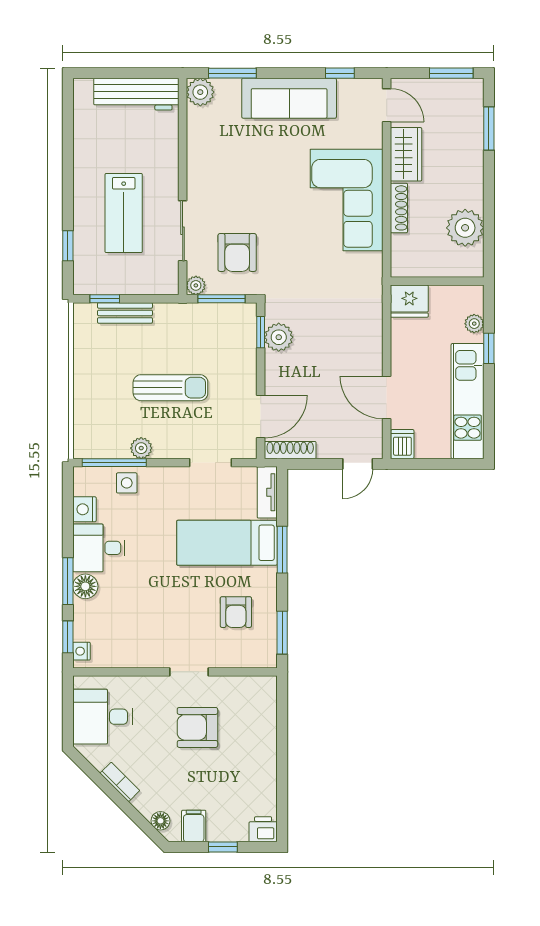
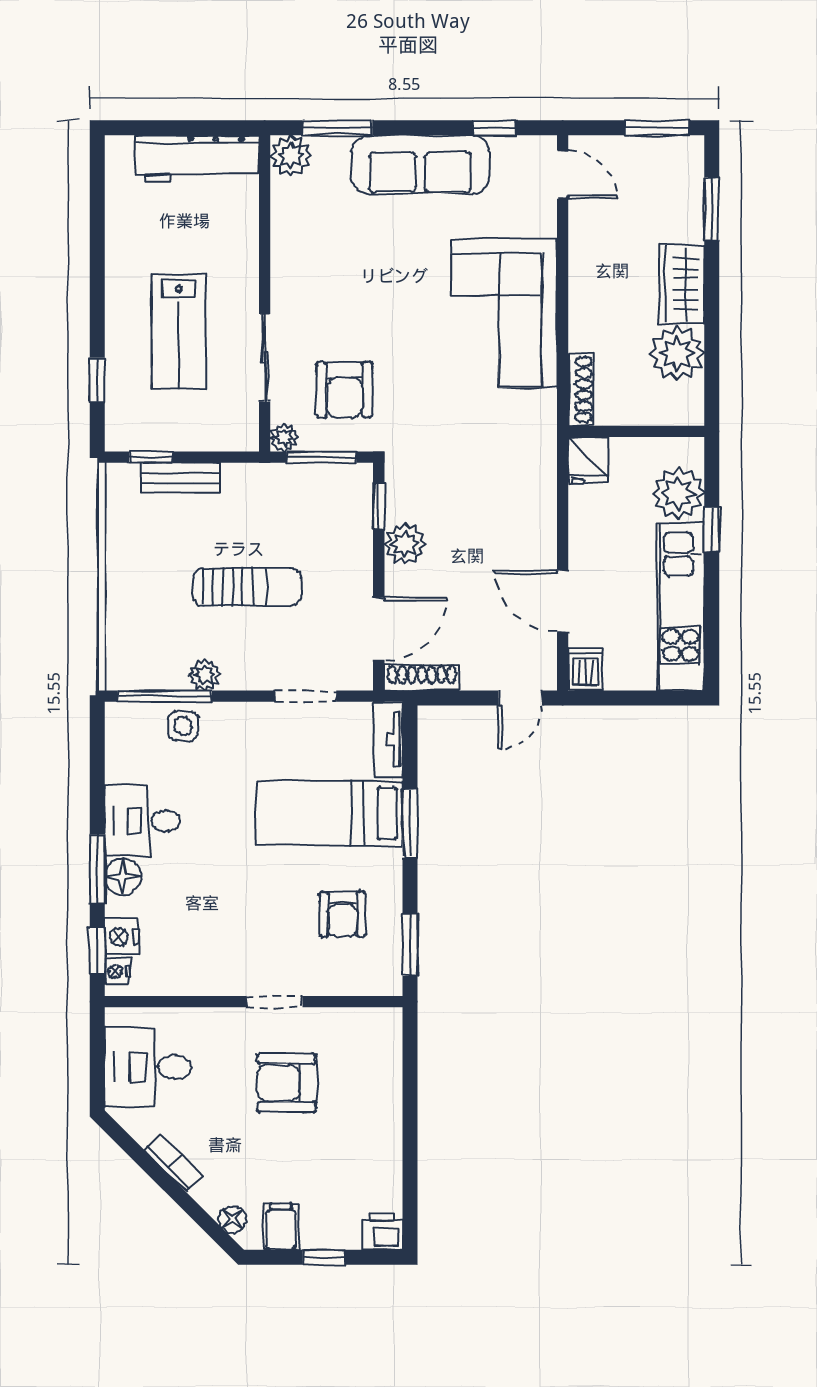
wardrobe: (406, 154) -> (682, 284), moved, turned 180
shoe rack: (399, 208) -> (581, 390), moved
fridge: (409, 301) -> (588, 461), width x0.72
plant: (474, 324) -> (678, 493), width x1.88, depth x1.88
plant: (279, 337) -> (405, 544), moved
nightstand: (84, 509) -> (122, 937), moved

